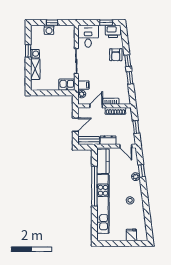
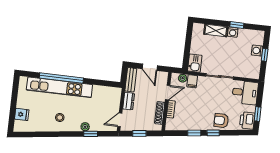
door: (96, 106) -> (168, 92), hinge flipped
kitchen counter: (103, 161) -> (106, 93), removed
window: (94, 186) -> (61, 78), moved

